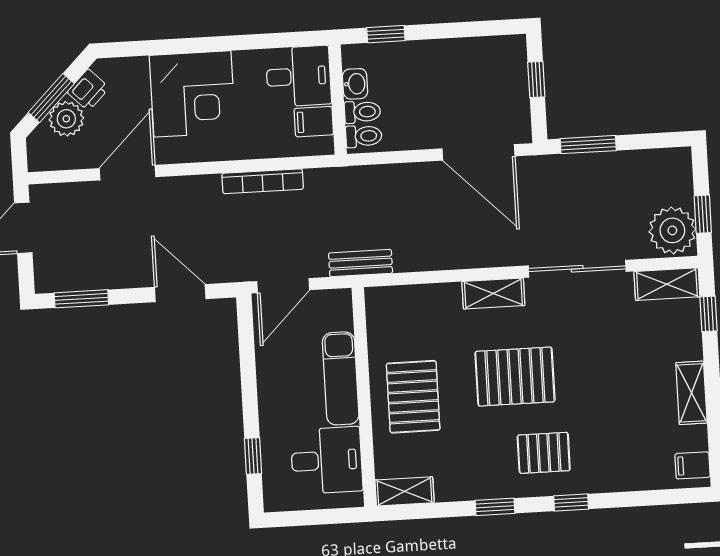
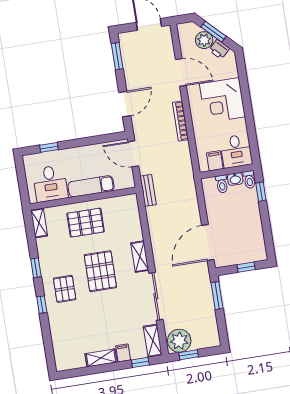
toilet: (364, 136) -> (249, 180), moved
bookcase: (263, 181) -> (180, 121), moved
filing cabinet: (693, 465) -> (123, 353), moved

